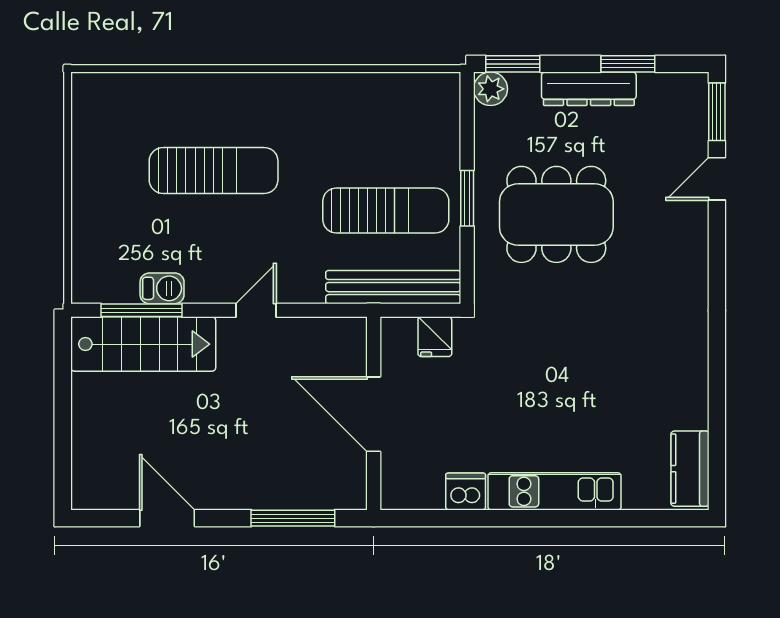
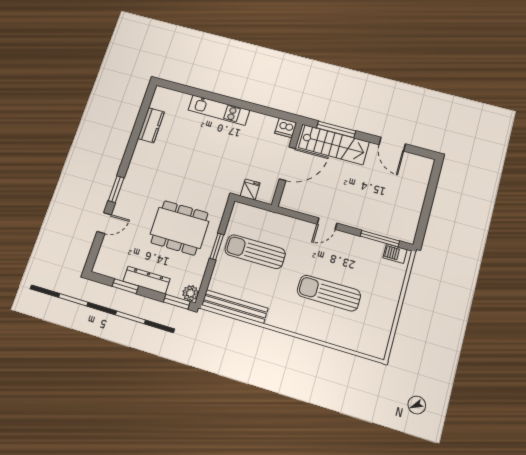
window: (717, 112) -> (116, 189), moved
bench: (393, 287) -> (235, 307), moved
barbecue: (162, 288) -> (395, 254), moved
stairs: (143, 344) -> (334, 145), moved, turned 180
door: (374, 414) -> (287, 164), hinge flipped
kitchen counter: (690, 469) -> (151, 125), moved
dishwasher: (466, 492) -> (286, 128), moved

